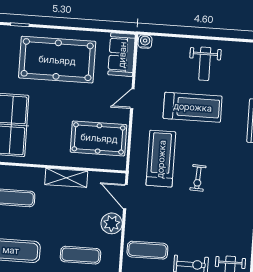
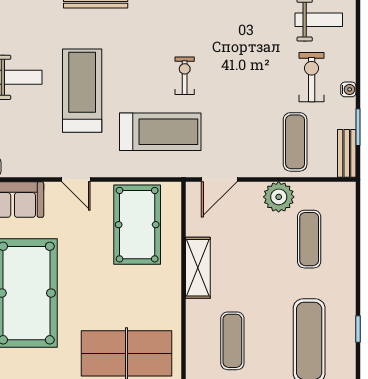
treadmill: (161, 159) -> (160, 132), turned 180
exercise bike: (198, 178) -> (185, 76), turned -93
plant: (112, 223) -> (279, 197), moved

